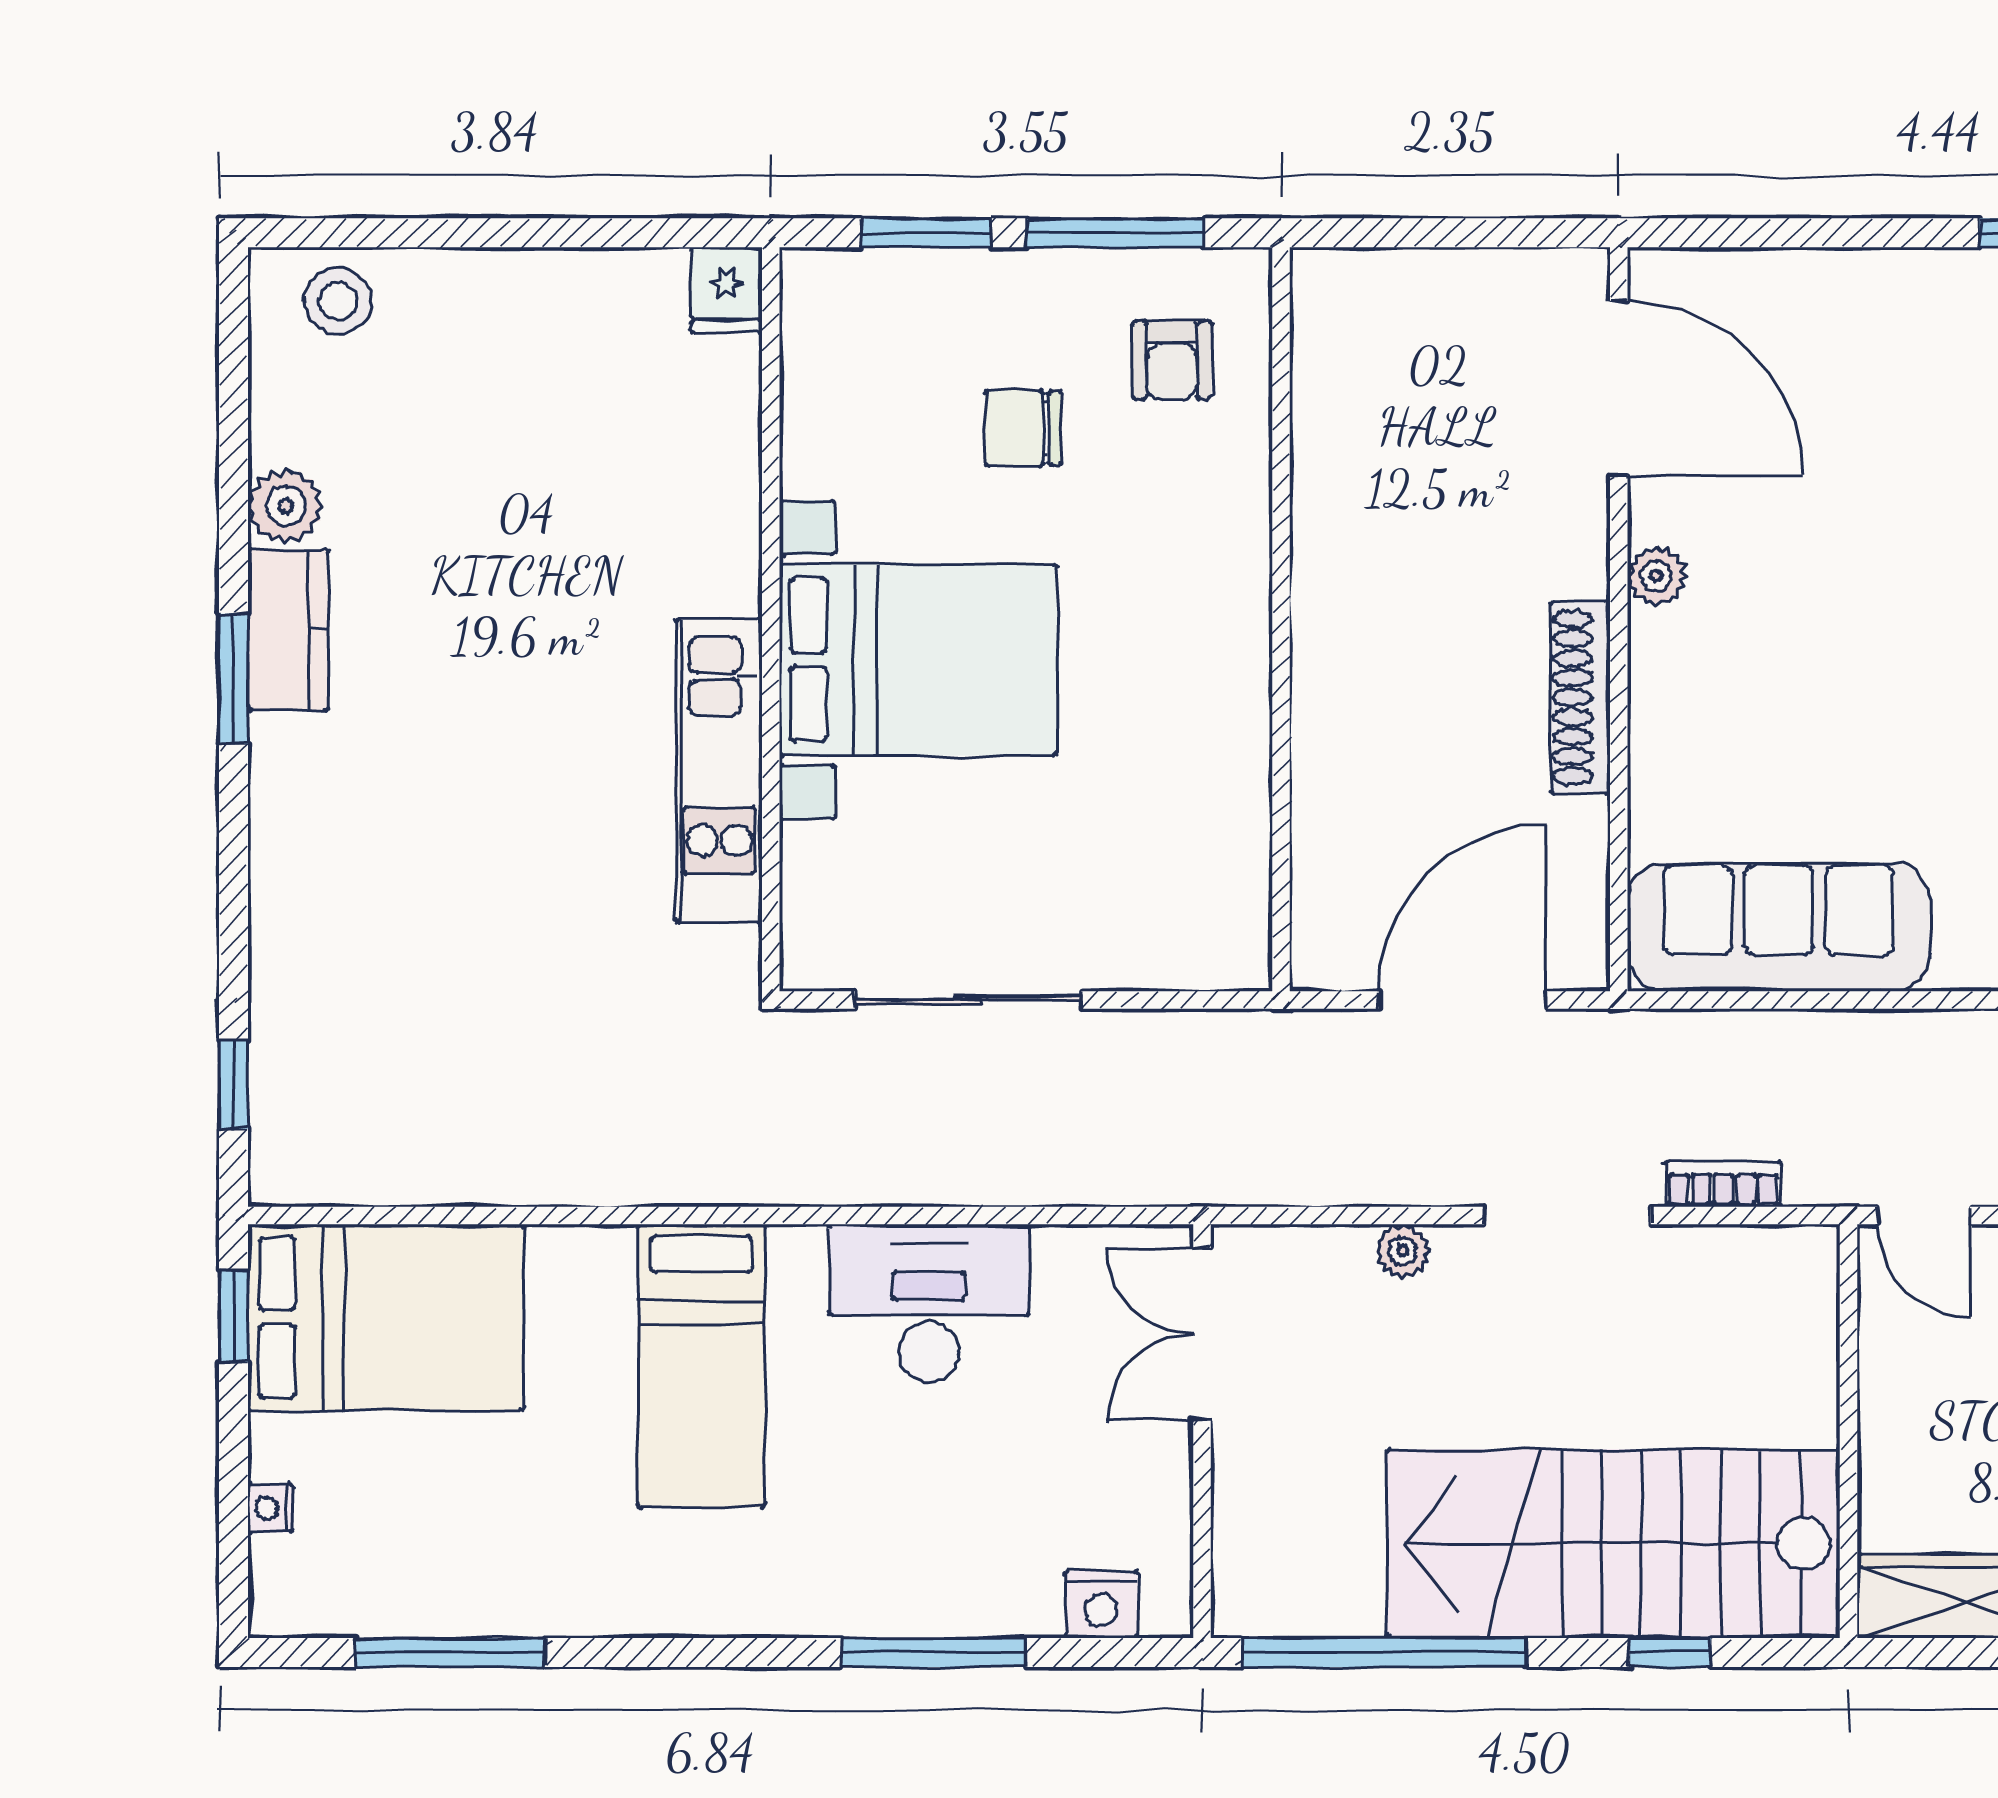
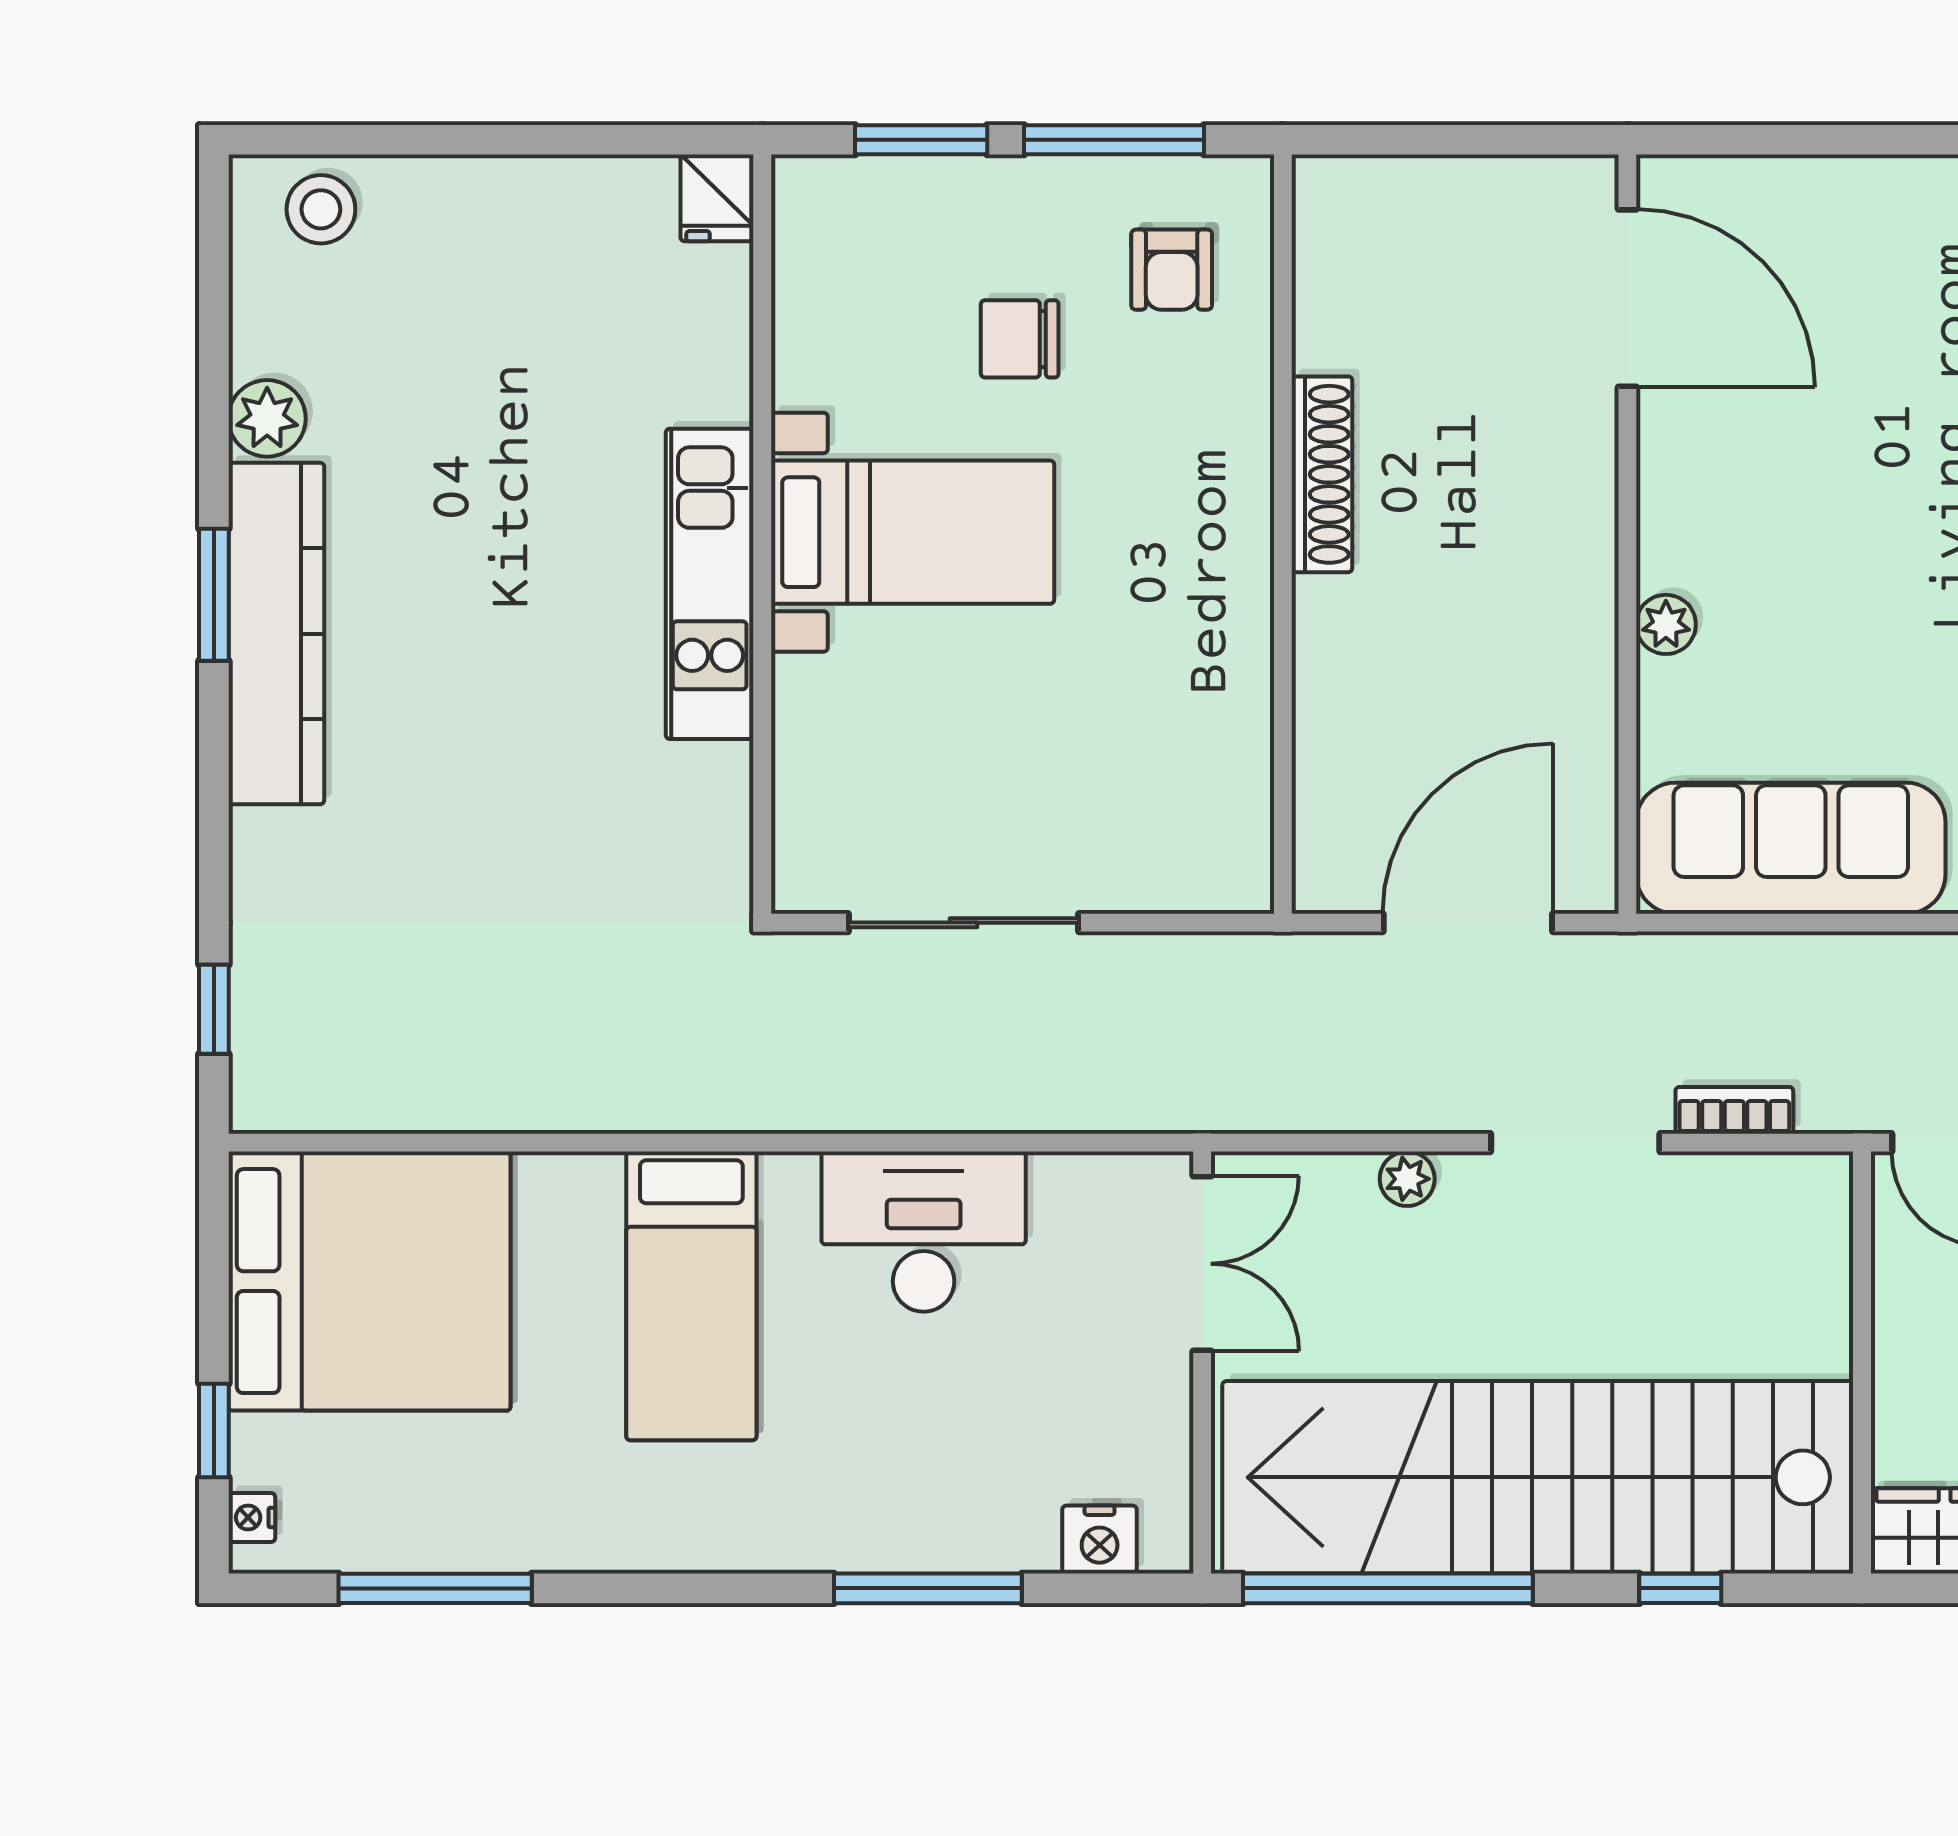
plant: (1656, 576) -> (1666, 624), moved
kitchen counter: (288, 630) -> (276, 634), width x2.08, depth x1.17
bed with nightstands: (918, 660) -> (913, 532), width x0.73
shoe rack: (1580, 698) -> (1322, 474), moved, turned 180
kitchen unit: (719, 771) -> (710, 584), moved
window: (233, 1316) -> (214, 1431), moved
bed: (386, 1317) -> (369, 1281), width x1.36
double door: (1202, 1334) -> (1202, 1264), swing flipped
nightstand: (271, 1508) -> (252, 1518), moved
stairs: (1613, 1544) -> (1538, 1477), width x1.36

